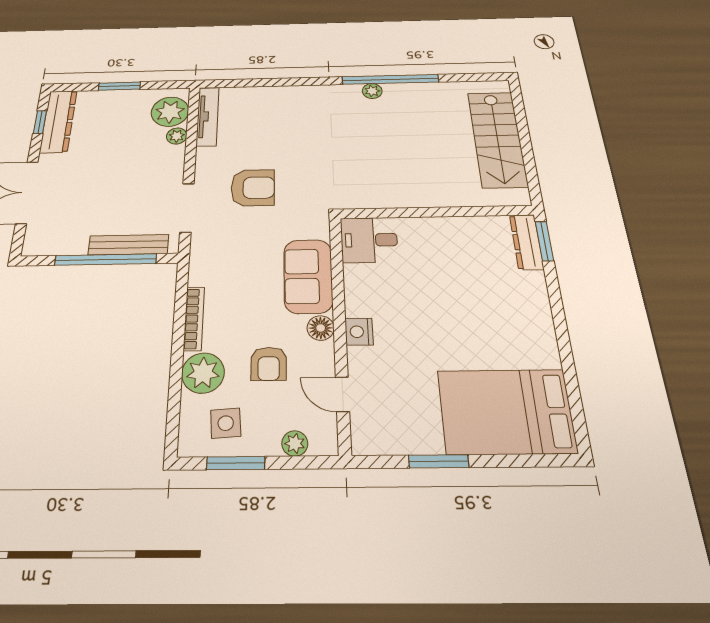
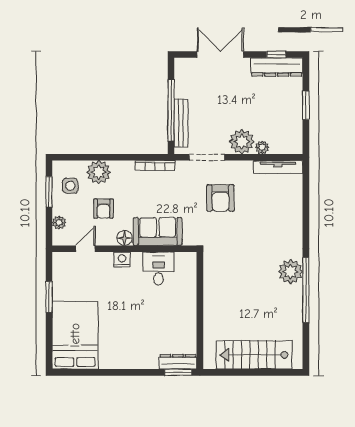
plant: (372, 91) -> (290, 272), width x1.87, depth x1.87
plant: (170, 112) -> (242, 142), moved
desk: (369, 240) -> (158, 269), moved
bookcase: (194, 319) -> (155, 166), moved
armchair: (269, 364) -> (103, 209), turned -90

